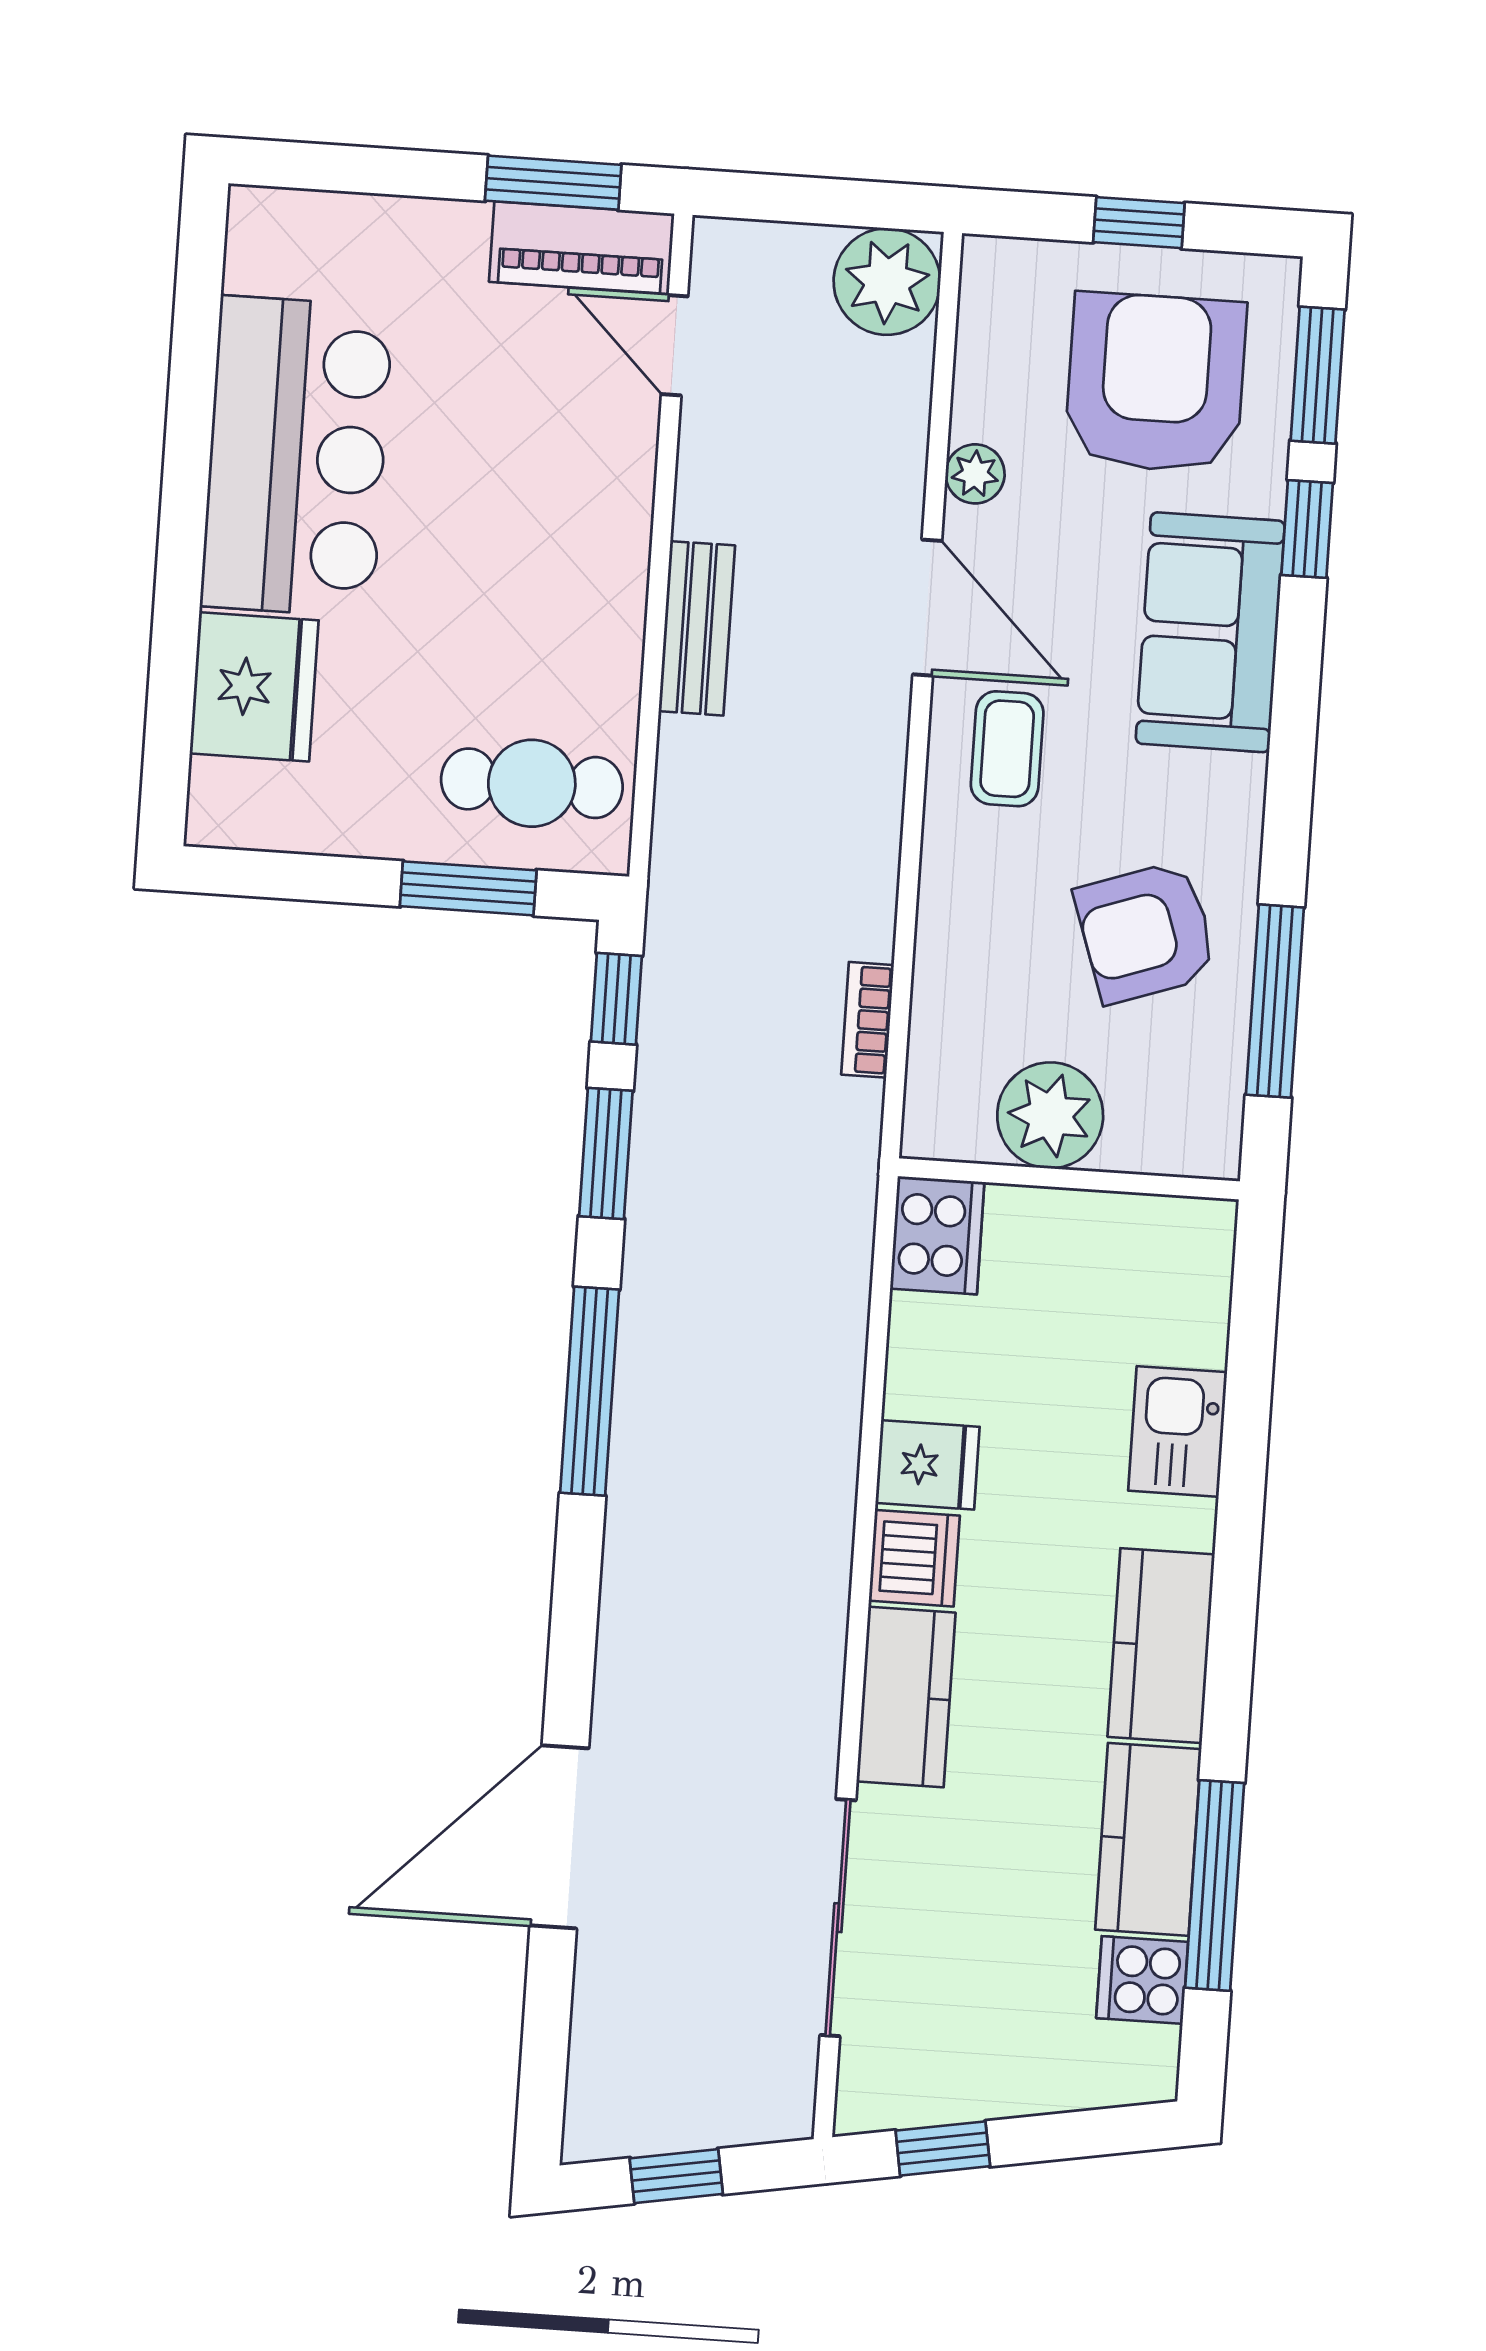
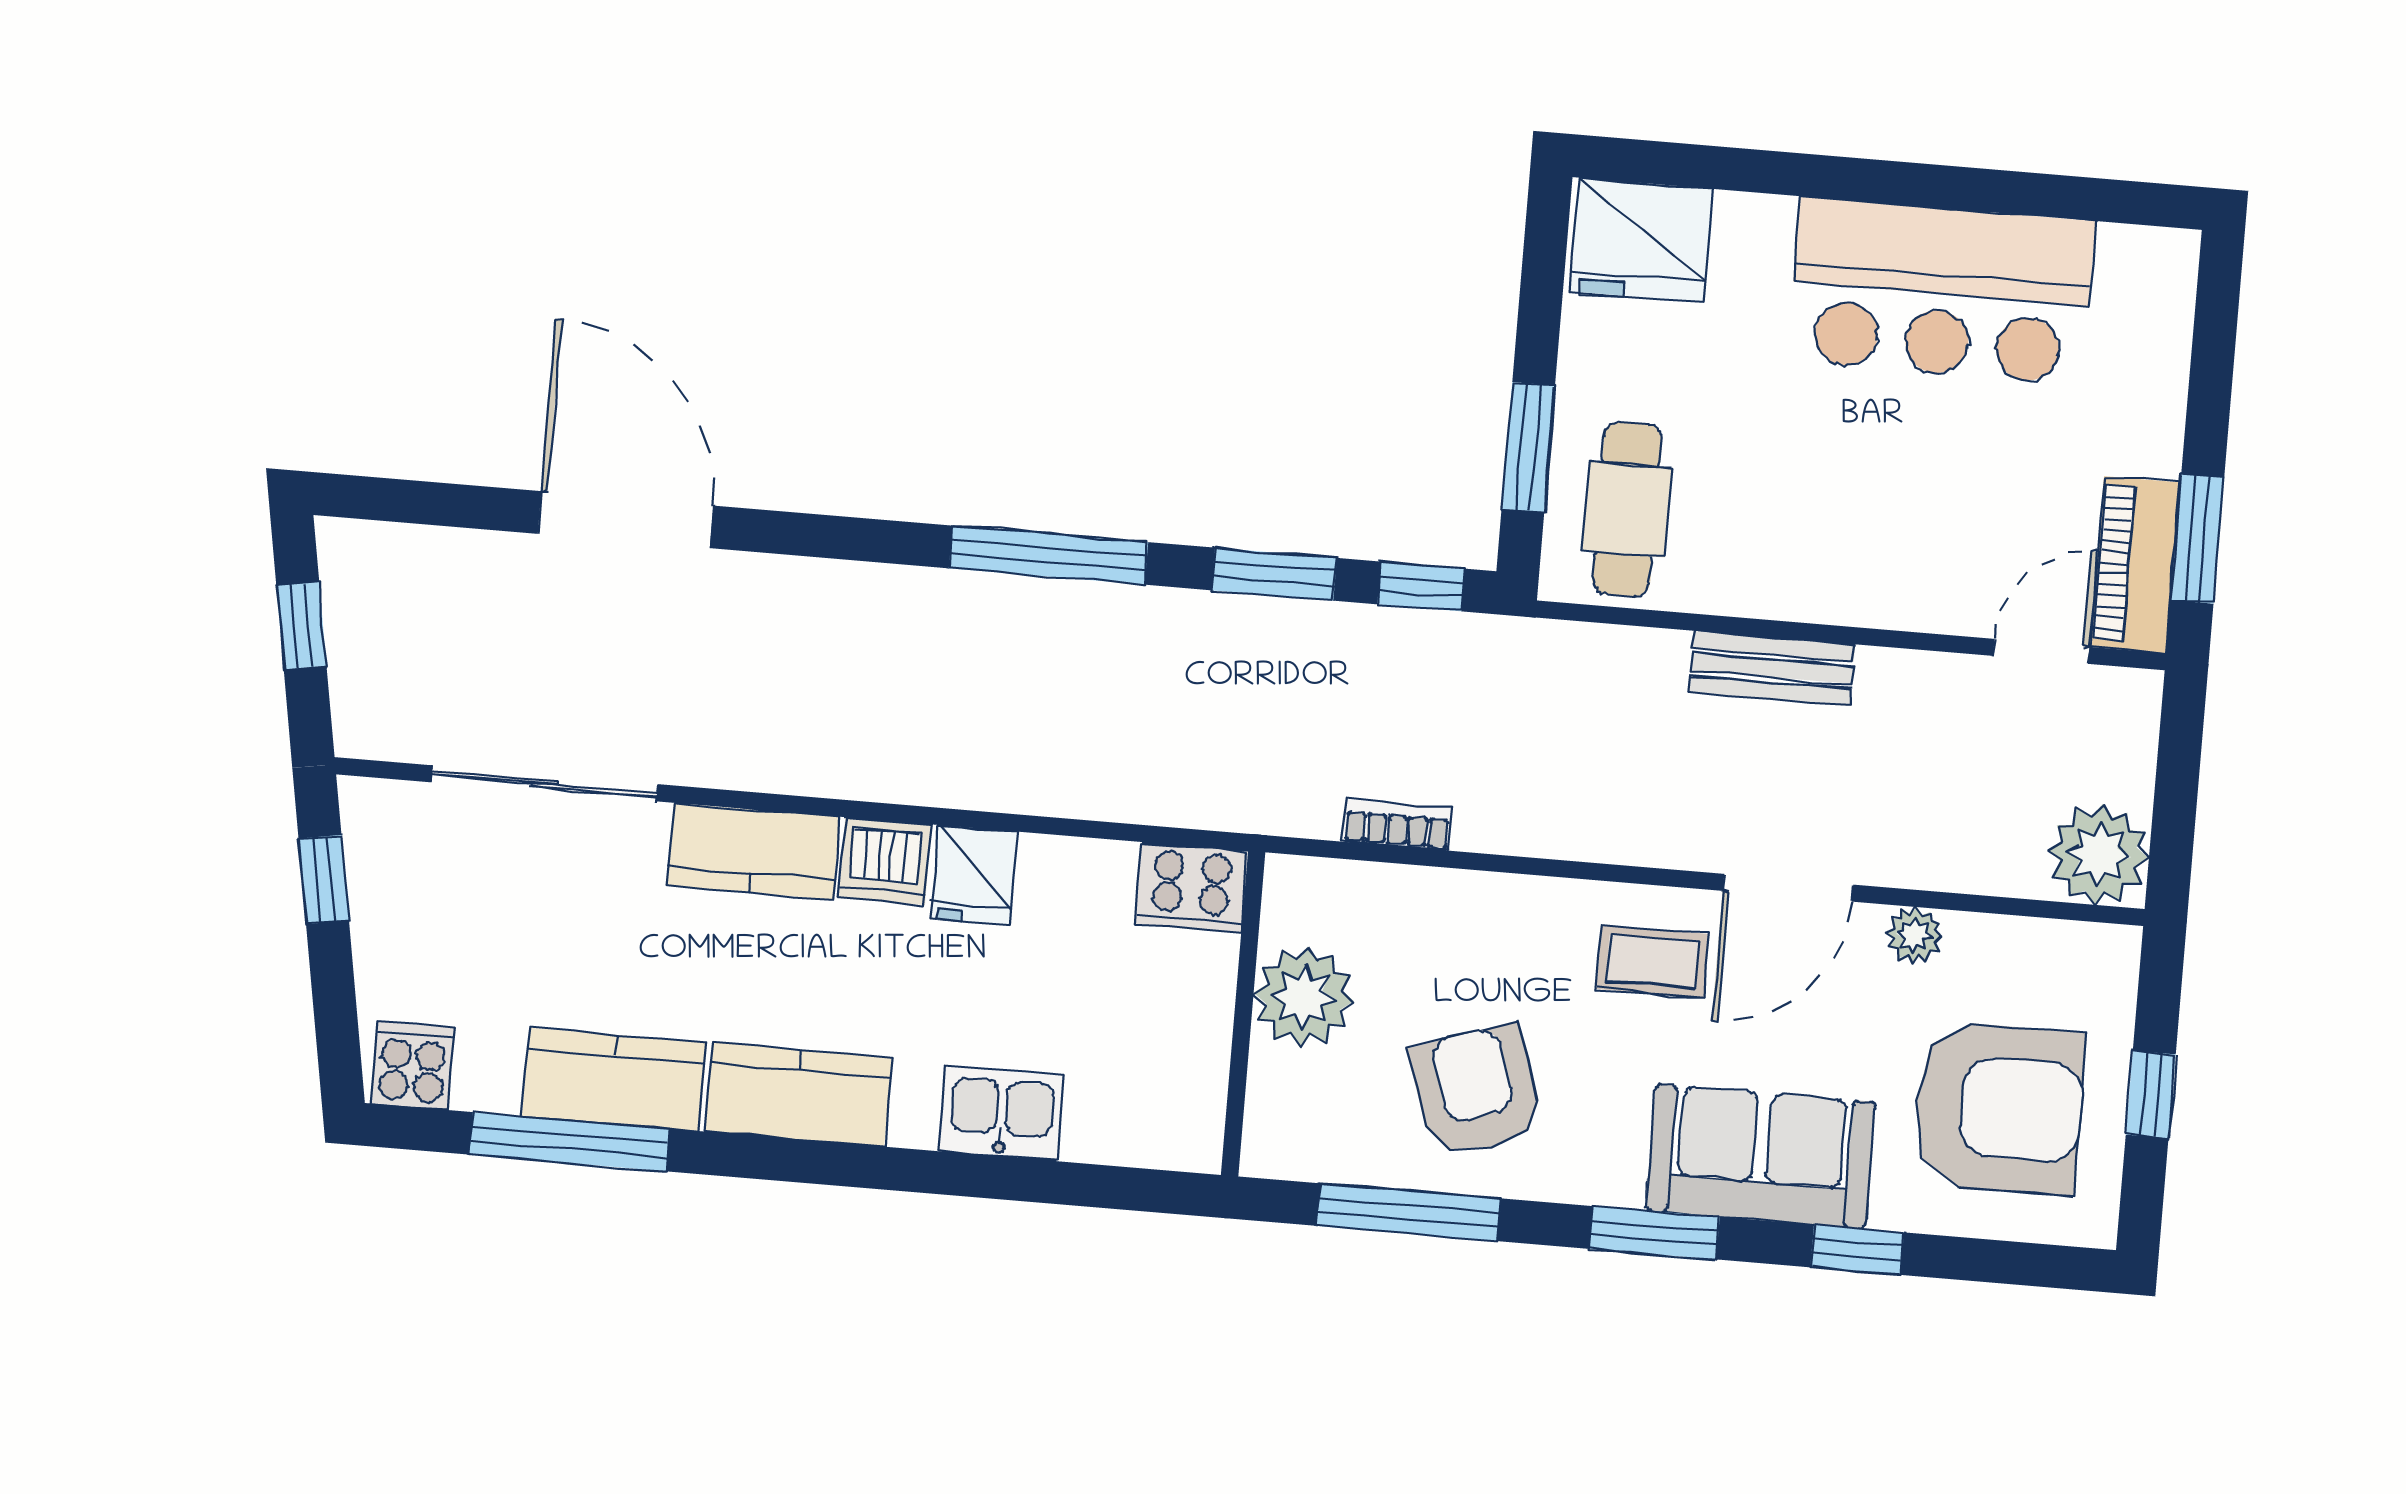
window: (1318, 375) -> (1654, 1233), moved
fridge: (254, 687) -> (1641, 240), moved
cooker: (1142, 1980) -> (413, 1066), moved

